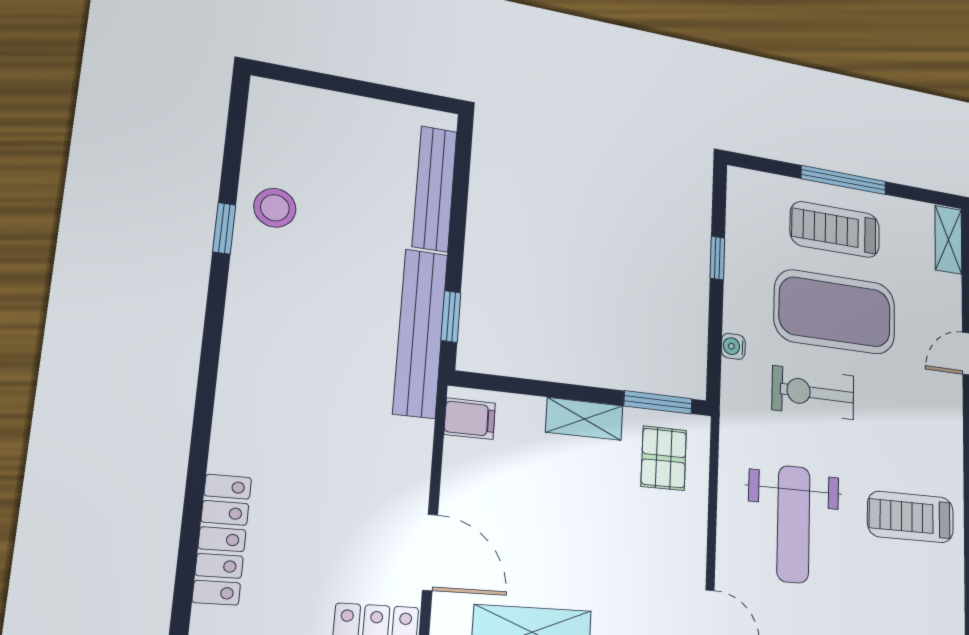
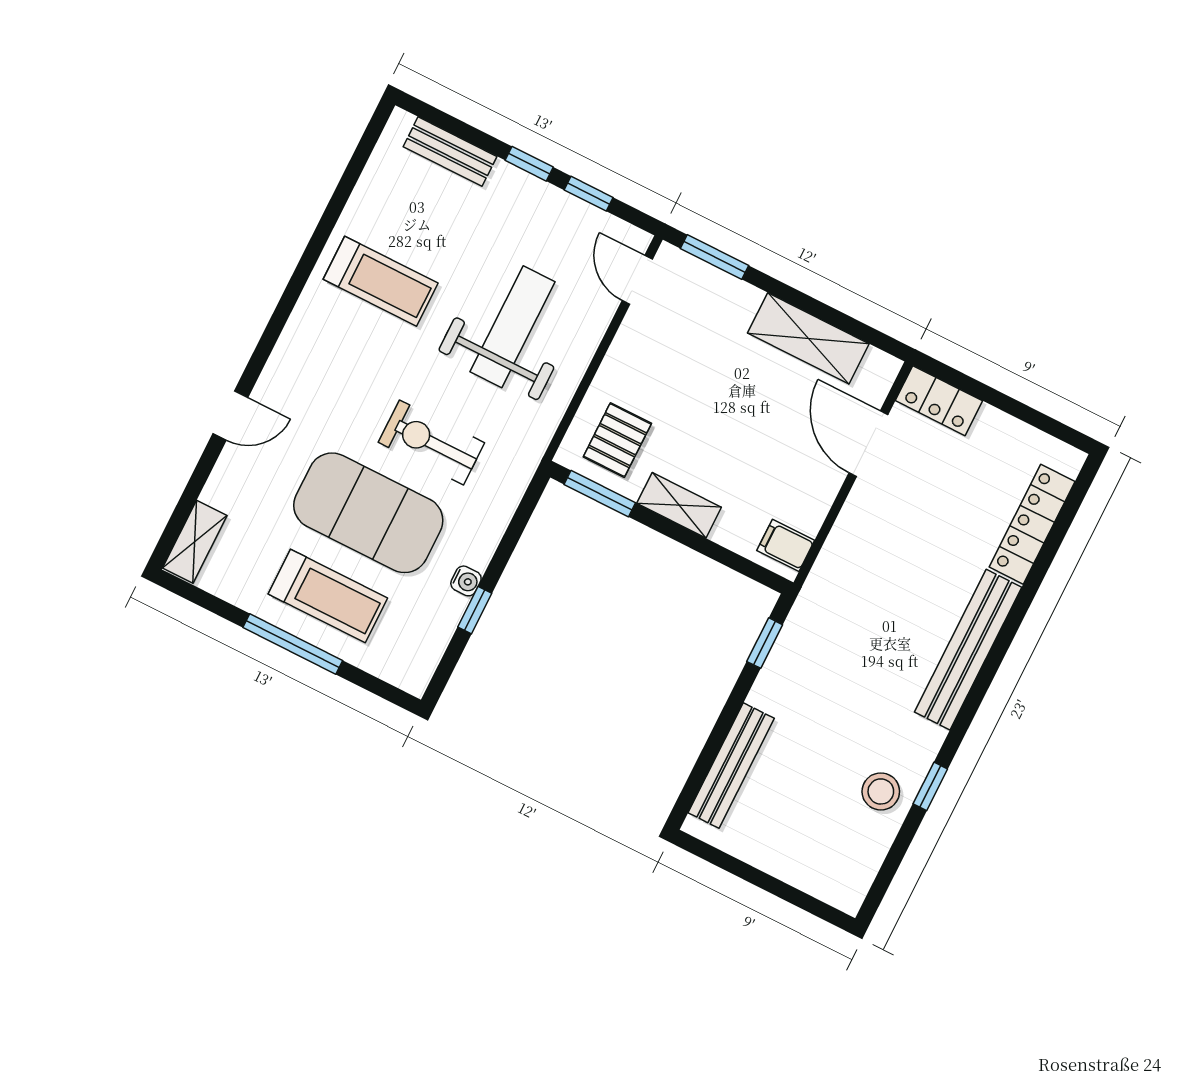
bench: (420, 333) -> (968, 650), moved
water cooler: (733, 346) -> (466, 581), moved
exercise bike: (813, 393) -> (431, 443), turned 180

